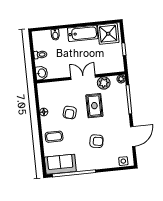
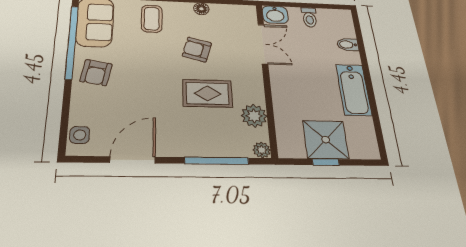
shower: (108, 34) -> (326, 140), moved
double door: (83, 77) -> (263, 44), moved
door: (133, 136) -> (133, 160), swing flipped
armchair: (96, 141) -> (96, 73), moved

